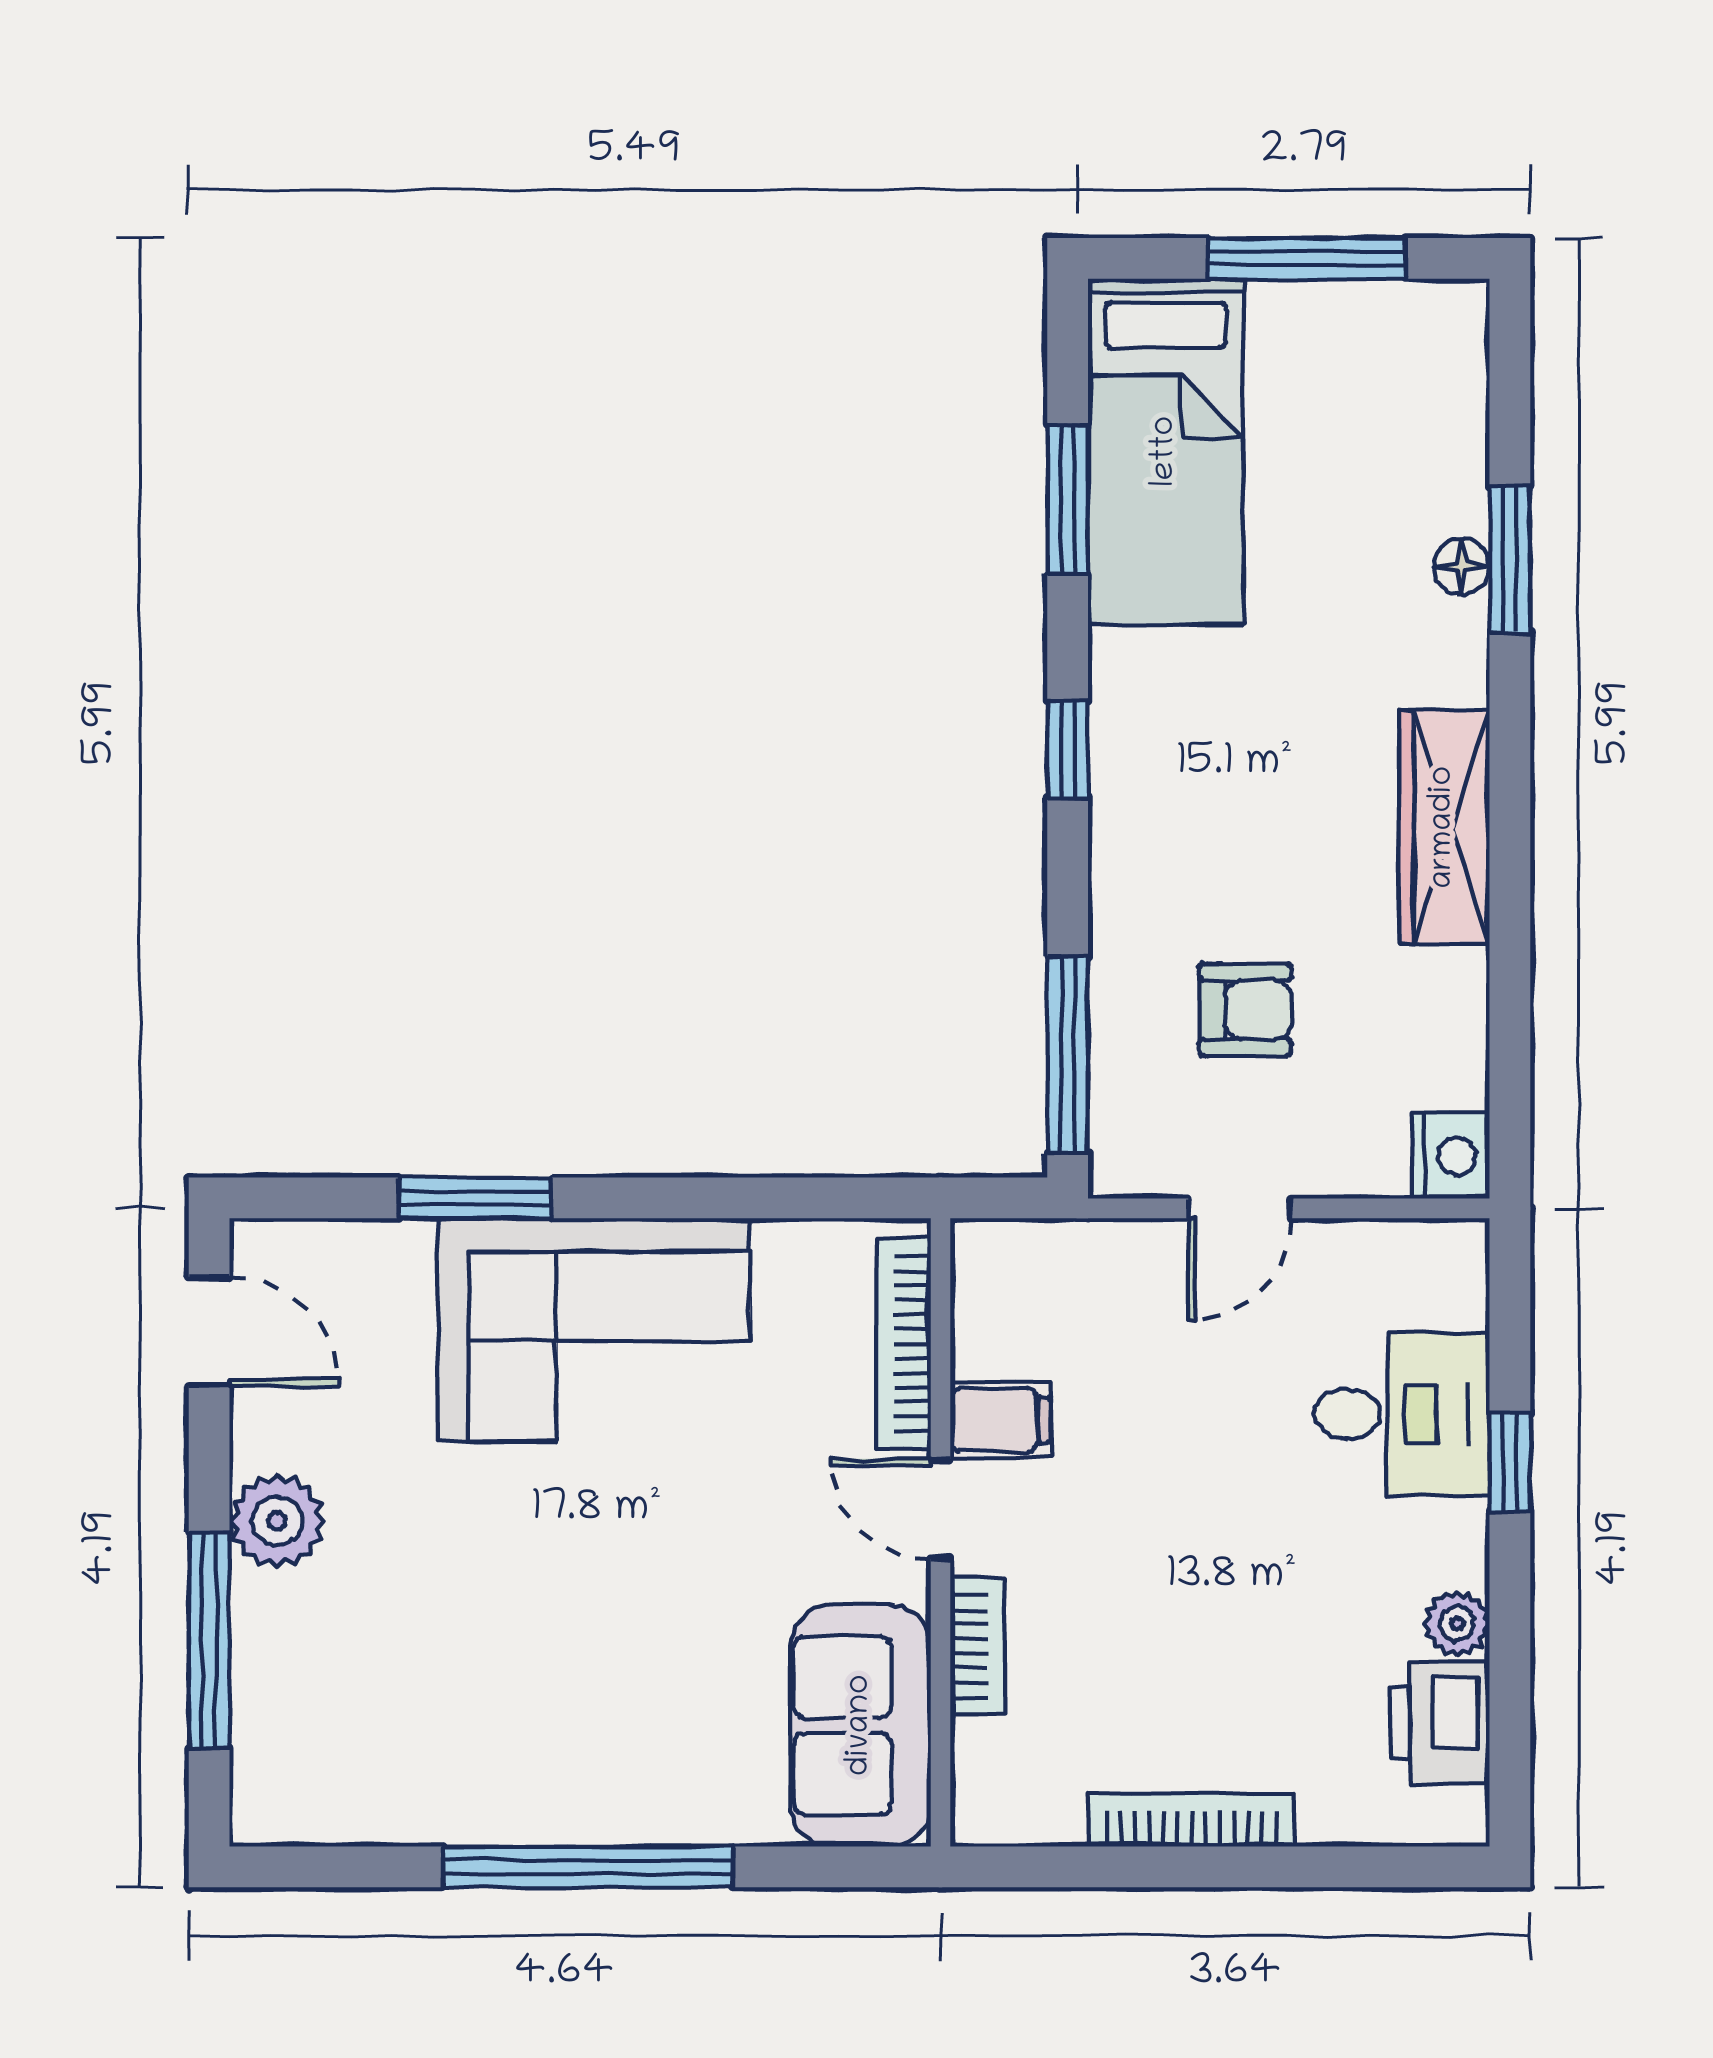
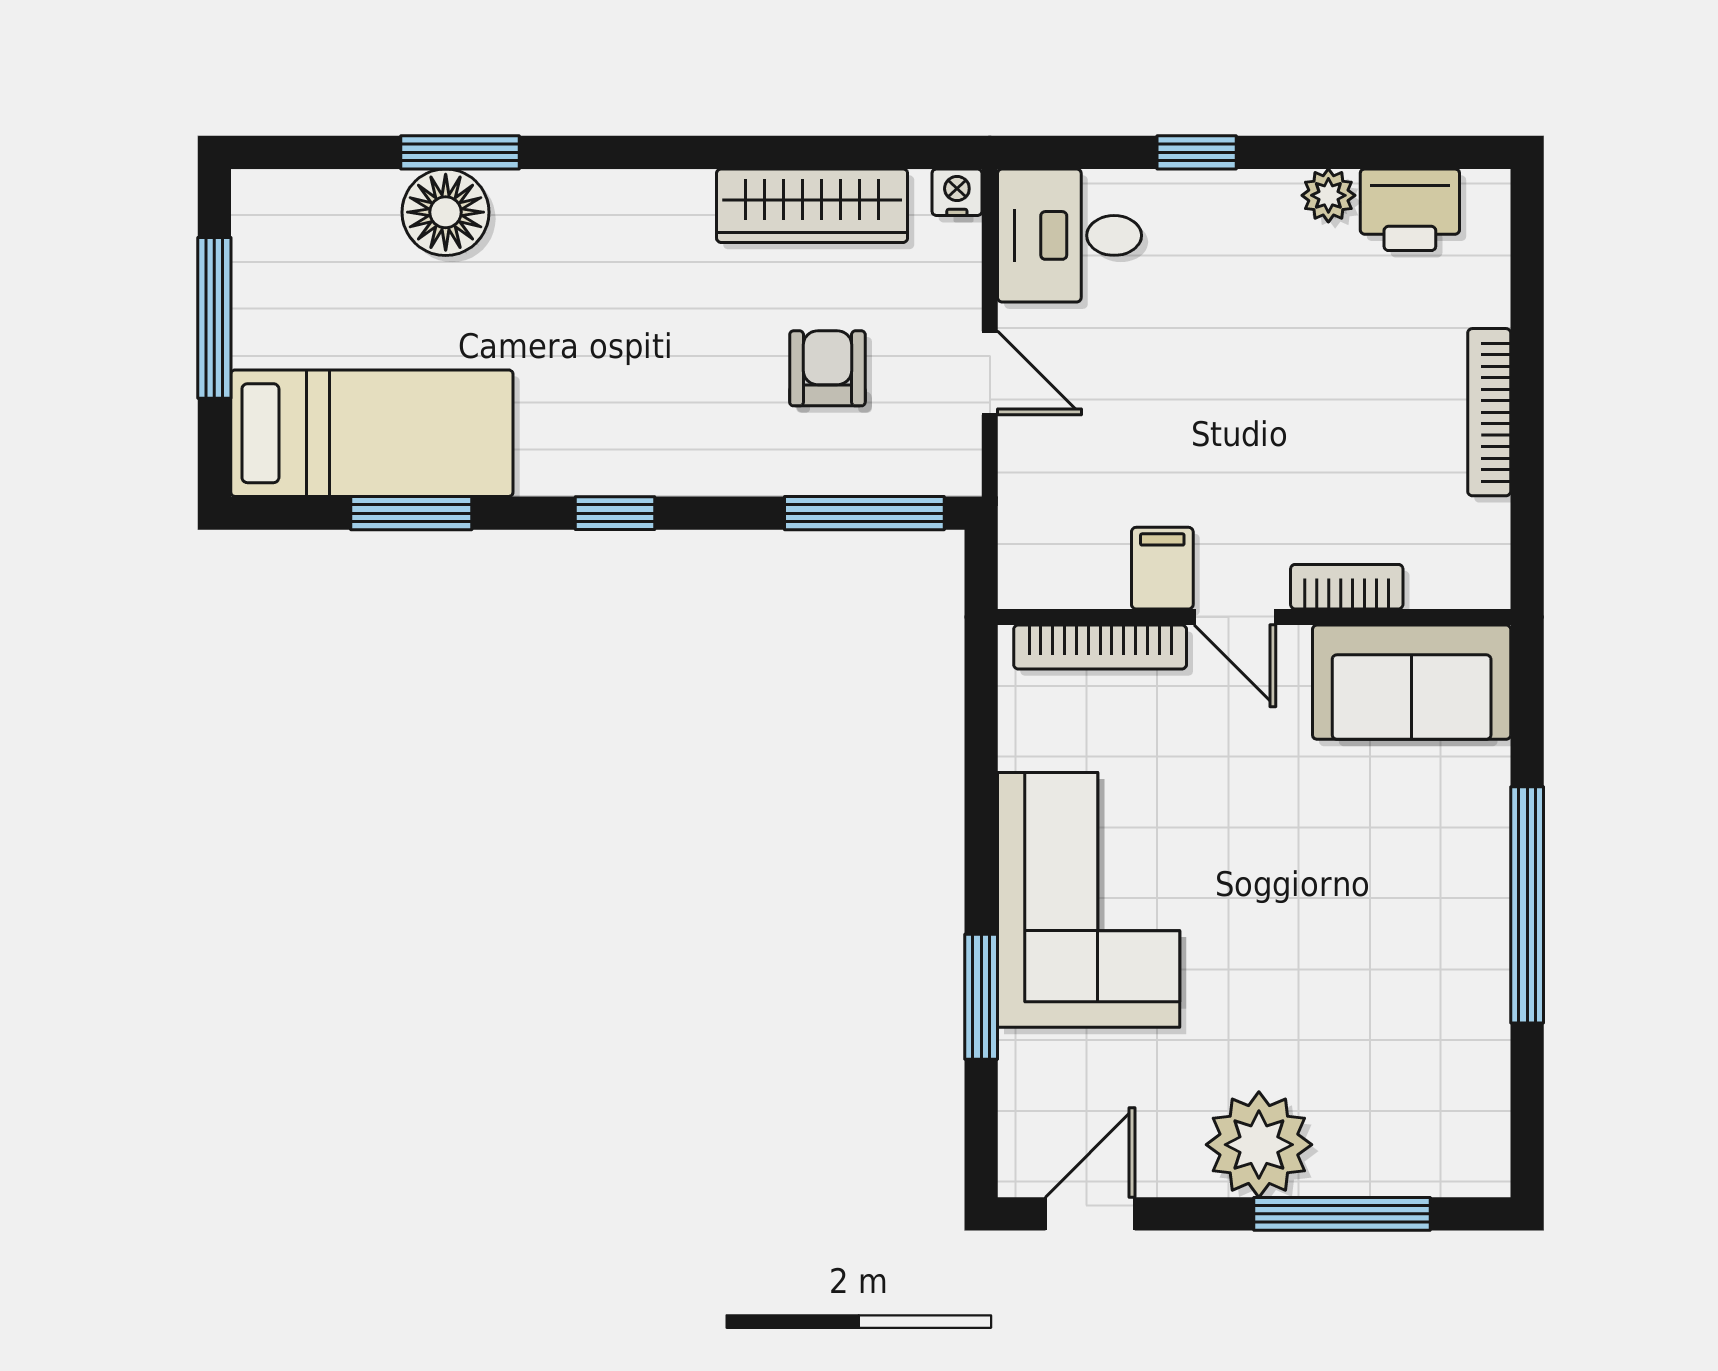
floor lamp: (1461, 567) -> (446, 212), width x1.89, depth x1.89
wardrobe: (1444, 827) -> (812, 206), moved
nightstand: (1451, 1156) -> (957, 192), width x0.72, depth x0.74
desk: (1402, 1414) -> (1070, 235), moved, turned -90
door: (941, 1509) -> (1235, 617), hinge flipped
plant: (277, 1521) -> (1259, 1145), width x1.36, depth x1.36

